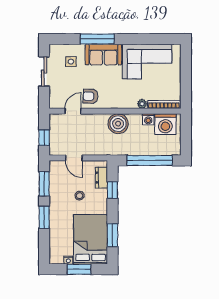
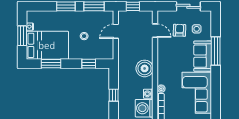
armchair: (90, 96) -> (179, 30), moved
window: (150, 160) -> (114, 95), width x0.32
dresser: (101, 178) -> (99, 54), removed

